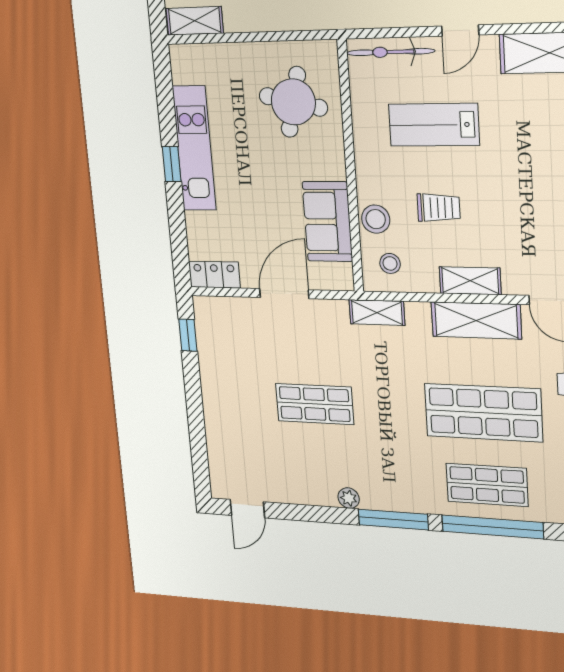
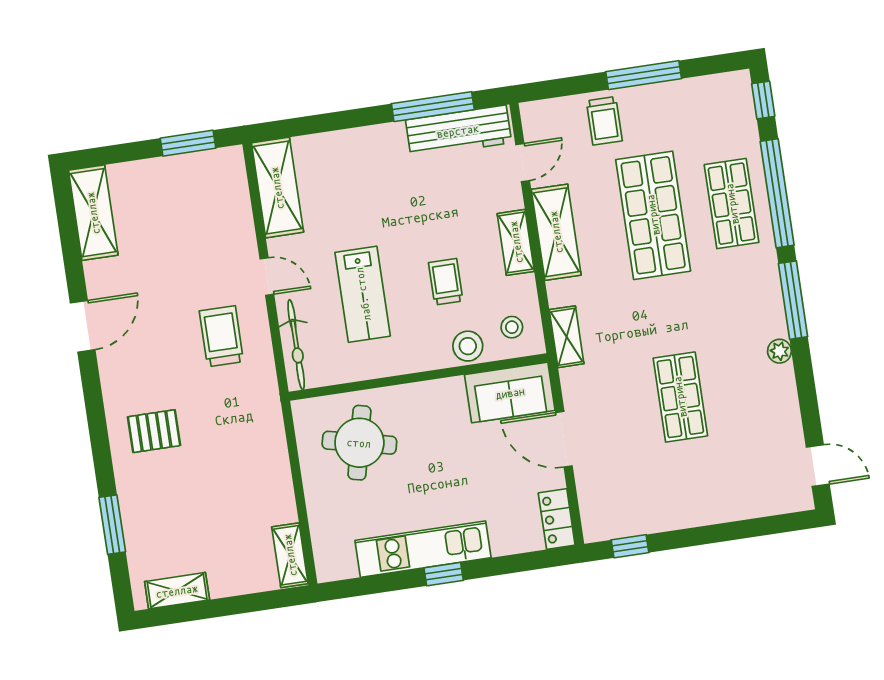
sofa: (327, 222) -> (510, 393), moved

